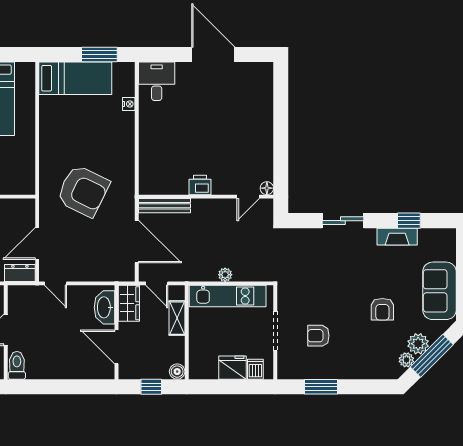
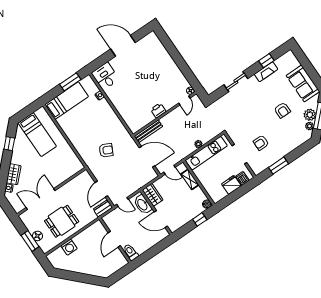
armchair: (83, 191) -> (106, 150), width x0.53, depth x0.53
wardrobe: (129, 303) -> (153, 195), moved
washbasin: (104, 307) -> (143, 205), moved
wall: (117, 332) -> (156, 212), moved
door: (117, 347) -> (161, 219), moved

